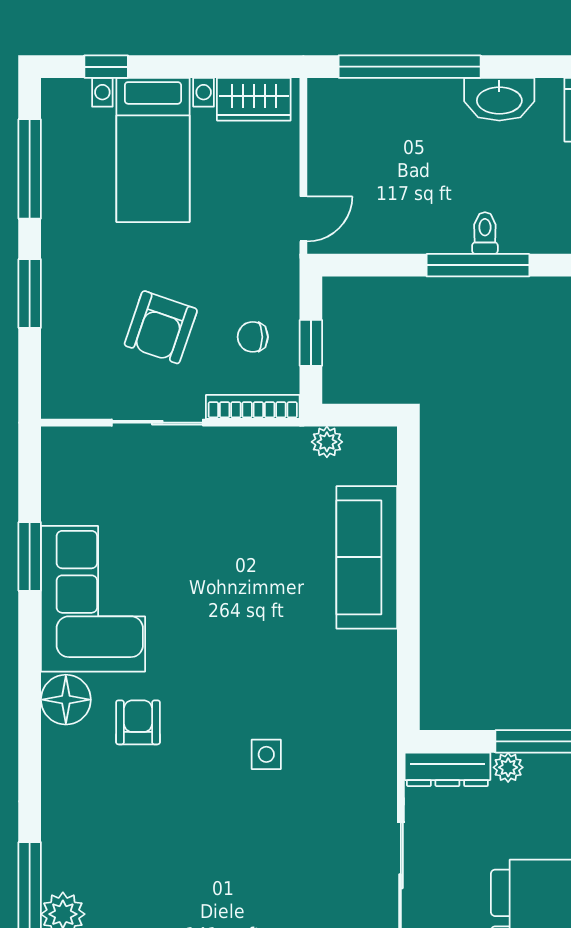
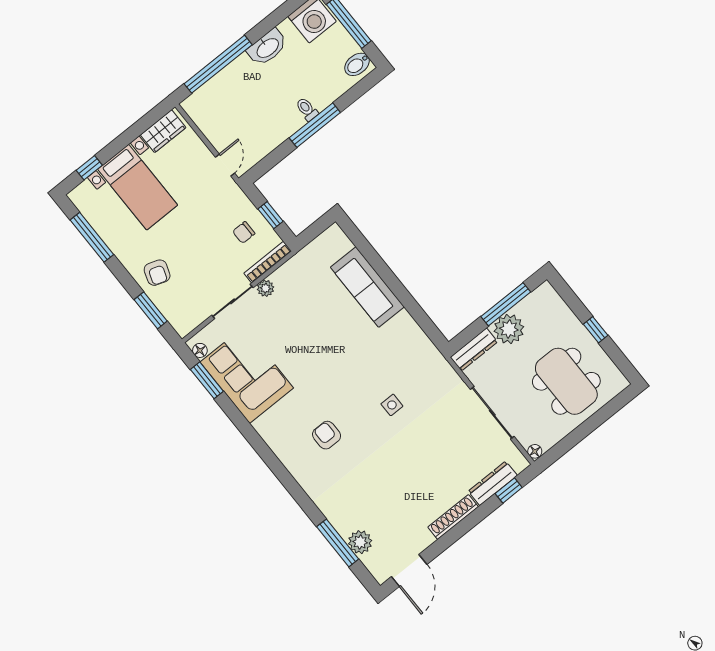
window: (30, 294) -> (151, 310), moved
armchair: (161, 327) -> (157, 273), moved, width x0.72, depth x0.72
plant: (327, 442) -> (266, 288), moved
window: (30, 556) -> (207, 380), moved
corner sofa: (93, 599) -> (247, 375), moved
floor lamp: (66, 700) -> (200, 350), moved, width x0.53, depth x0.53
plant: (508, 767) -> (509, 329), width x1.87, depth x1.87

